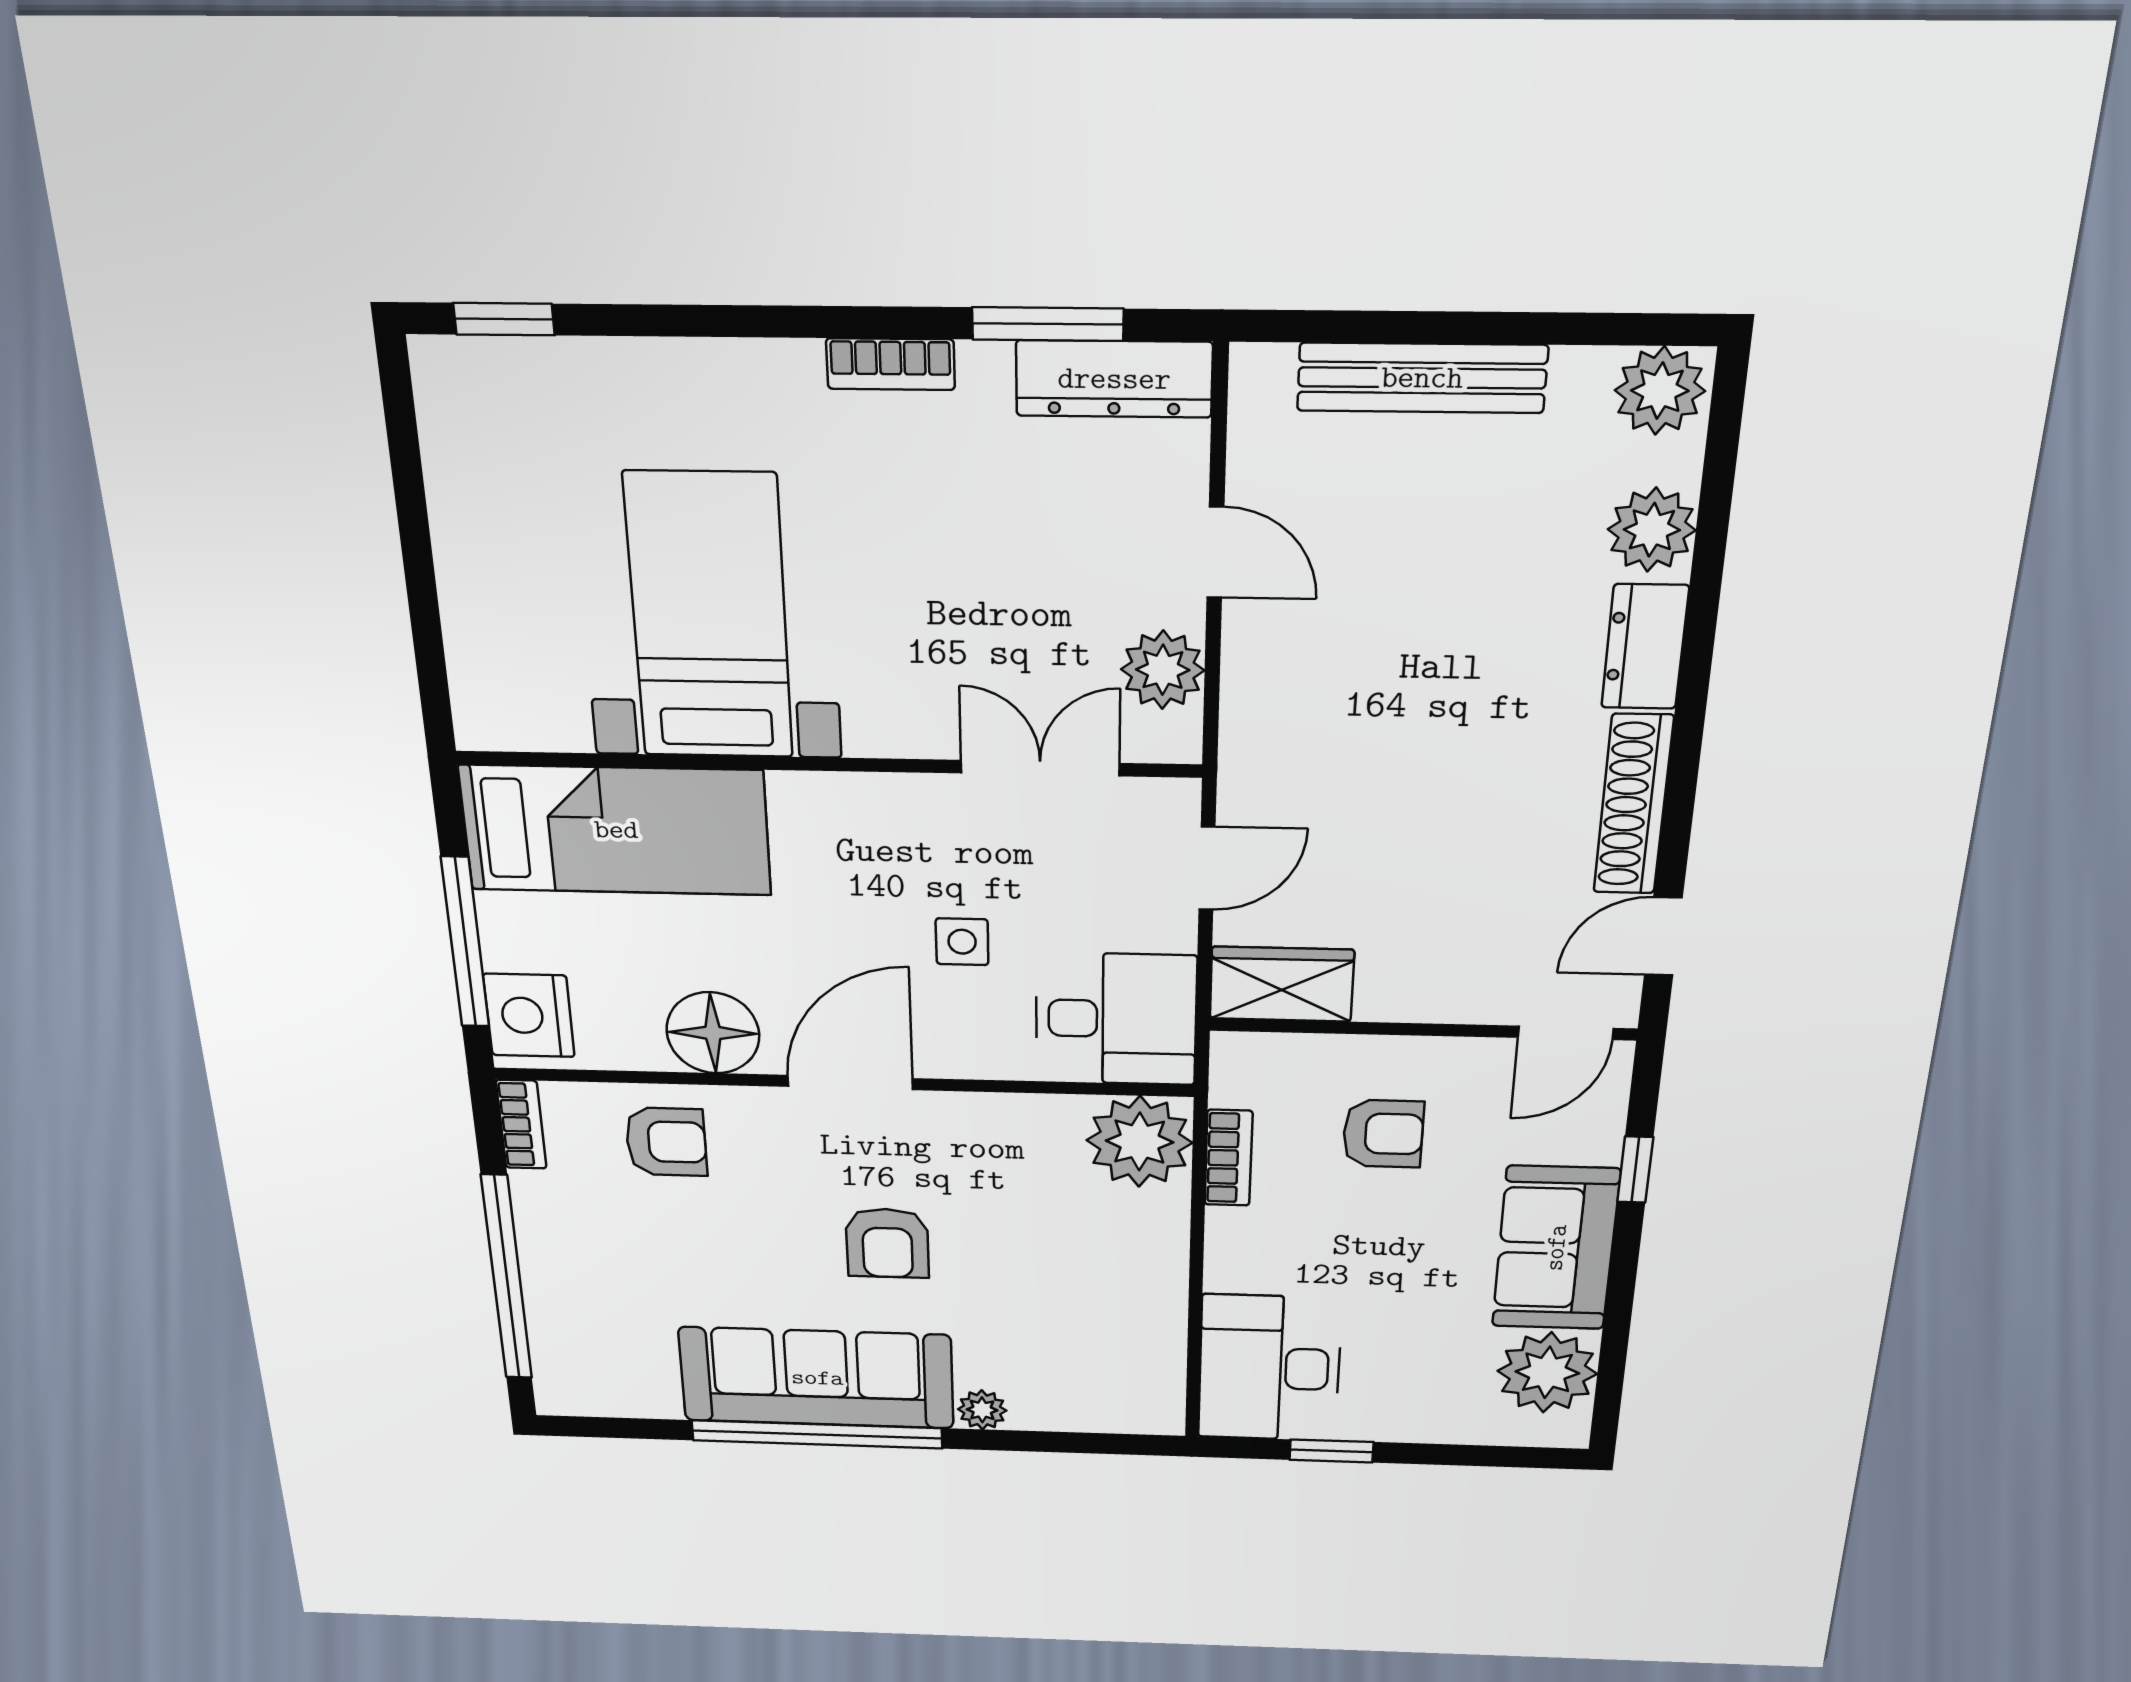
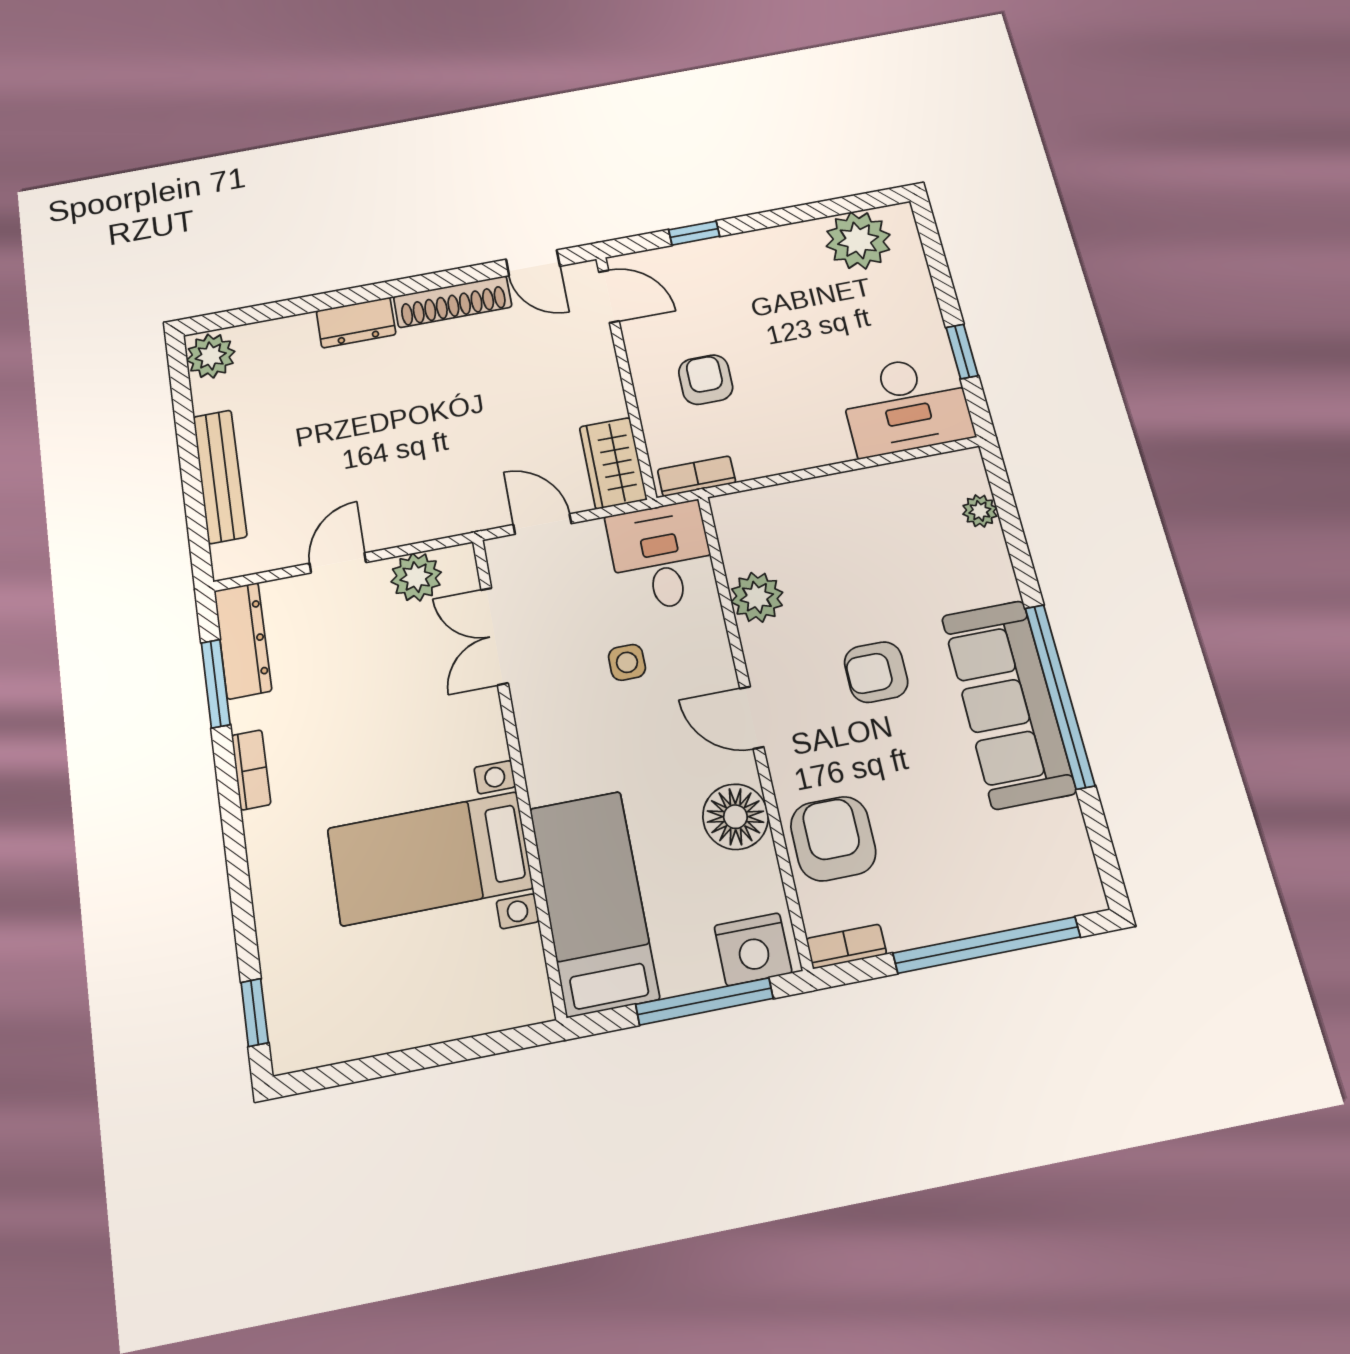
plant: (1652, 530) -> (288, 338), removed
door: (850, 1082) -> (752, 718), width x0.73
armchair: (666, 1142) -> (833, 839), width x1.38, depth x1.38
plant: (1140, 1142) -> (757, 597), moved, width x0.73, depth x0.73
bookcase: (1228, 1158) -> (697, 476), moved
armchair: (887, 1243) -> (876, 672), turned 180
sofa: (1556, 1248) -> (763, 261), removed
plant: (982, 1410) -> (980, 511), moved

